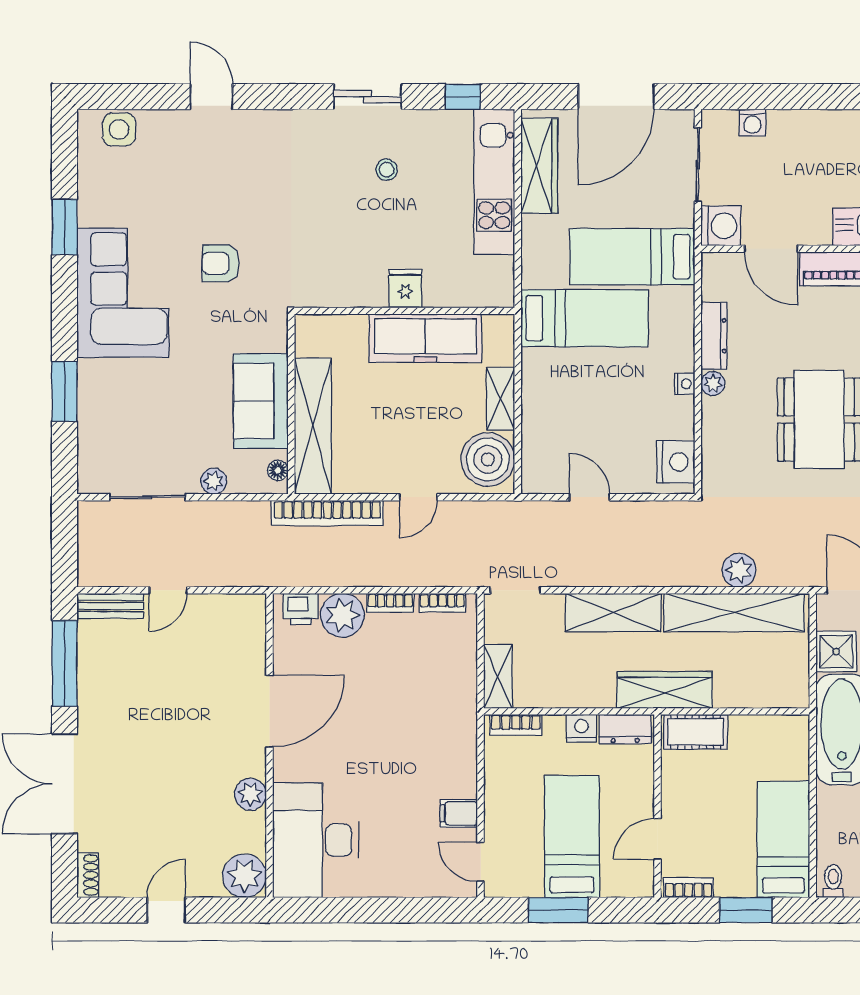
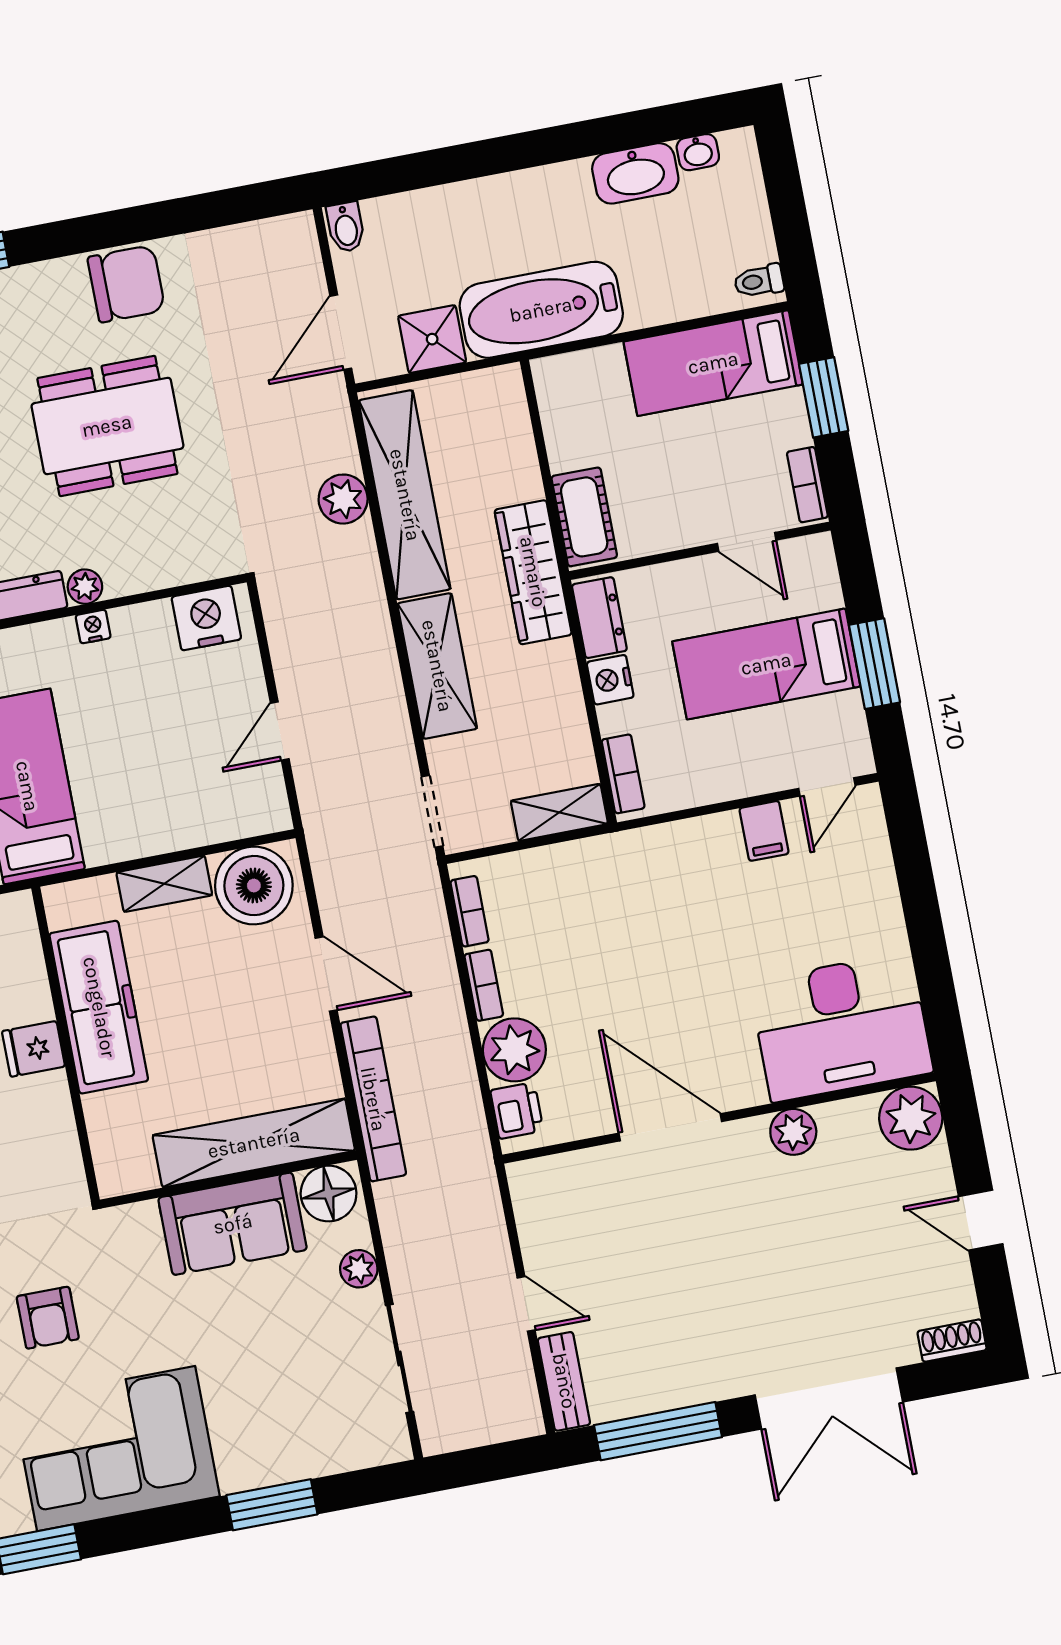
floor lamp: (278, 470) -> (329, 1194), width x1.89, depth x1.89
door: (418, 497) -> (326, 974), width x1.38

